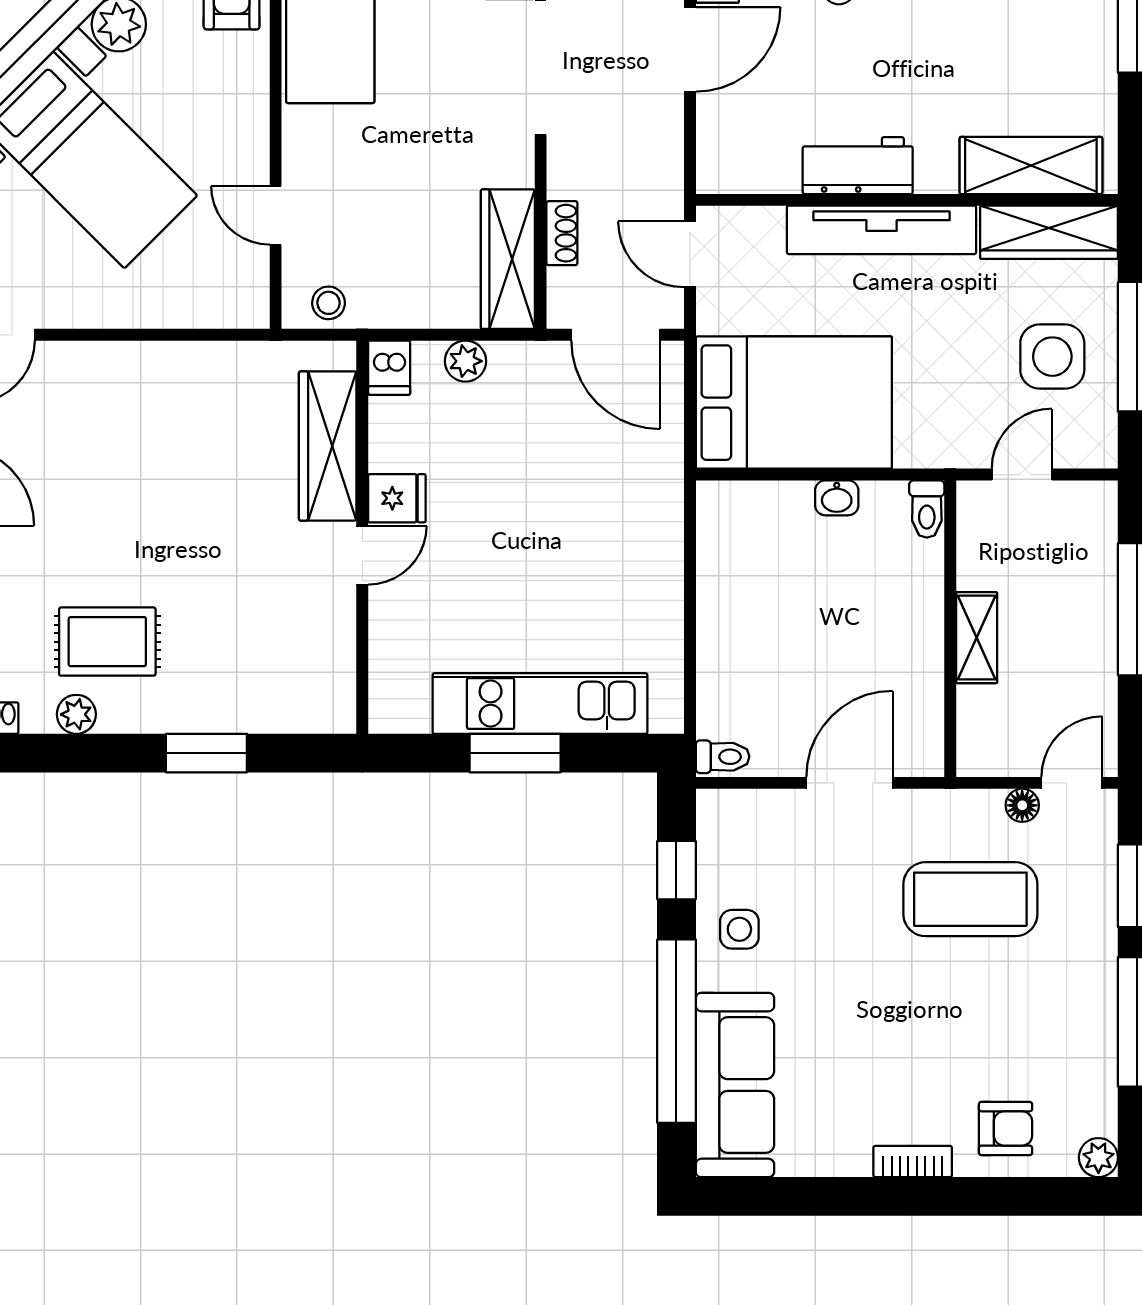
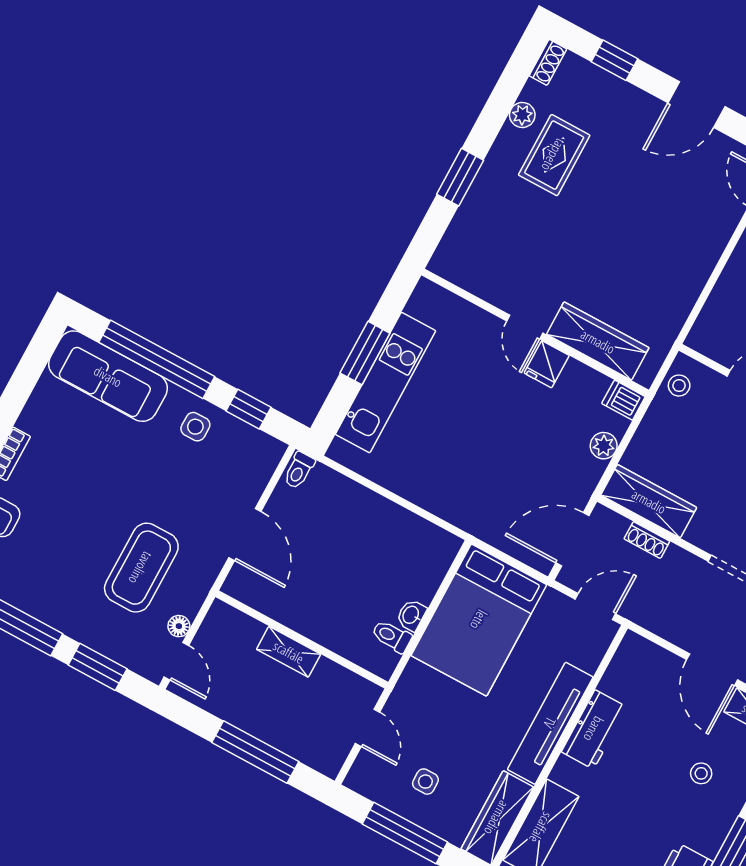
side table: (1052, 357) -> (425, 782), width x0.54, depth x0.54
toilet: (927, 509) -> (392, 636), moved

